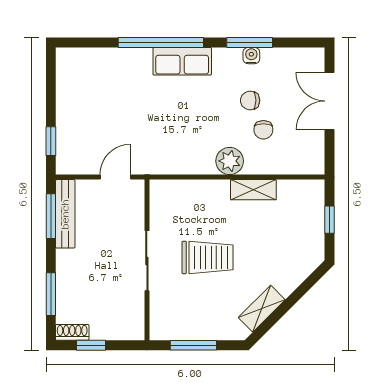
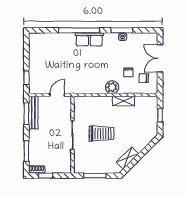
chair: (250, 100) -> (144, 78), moved

